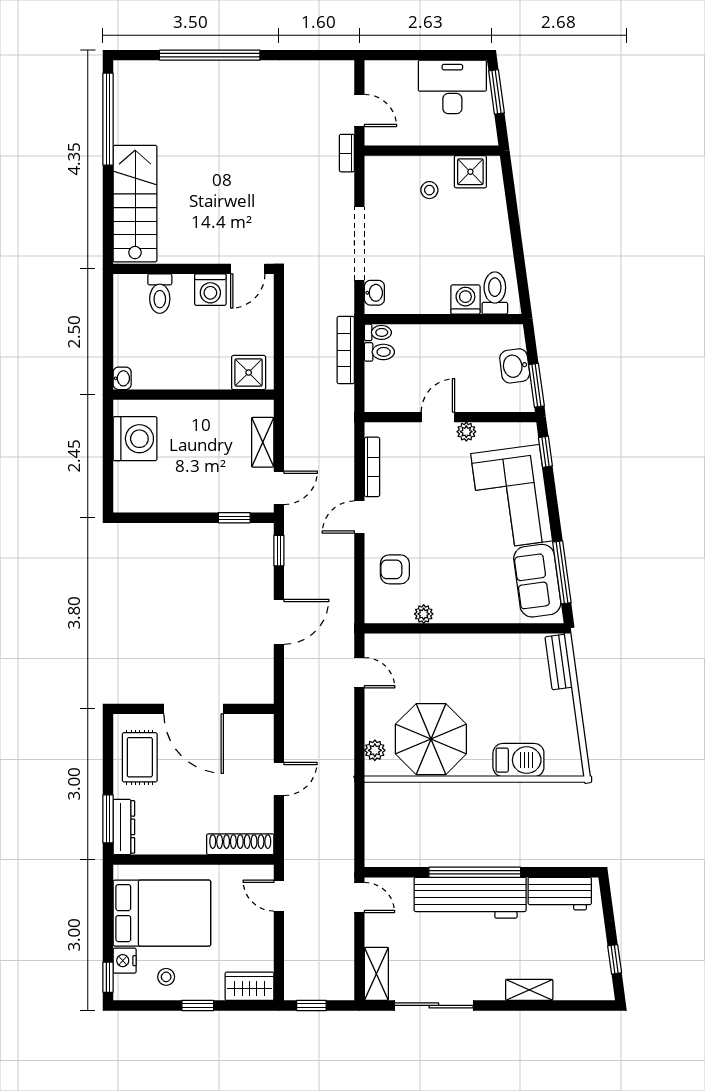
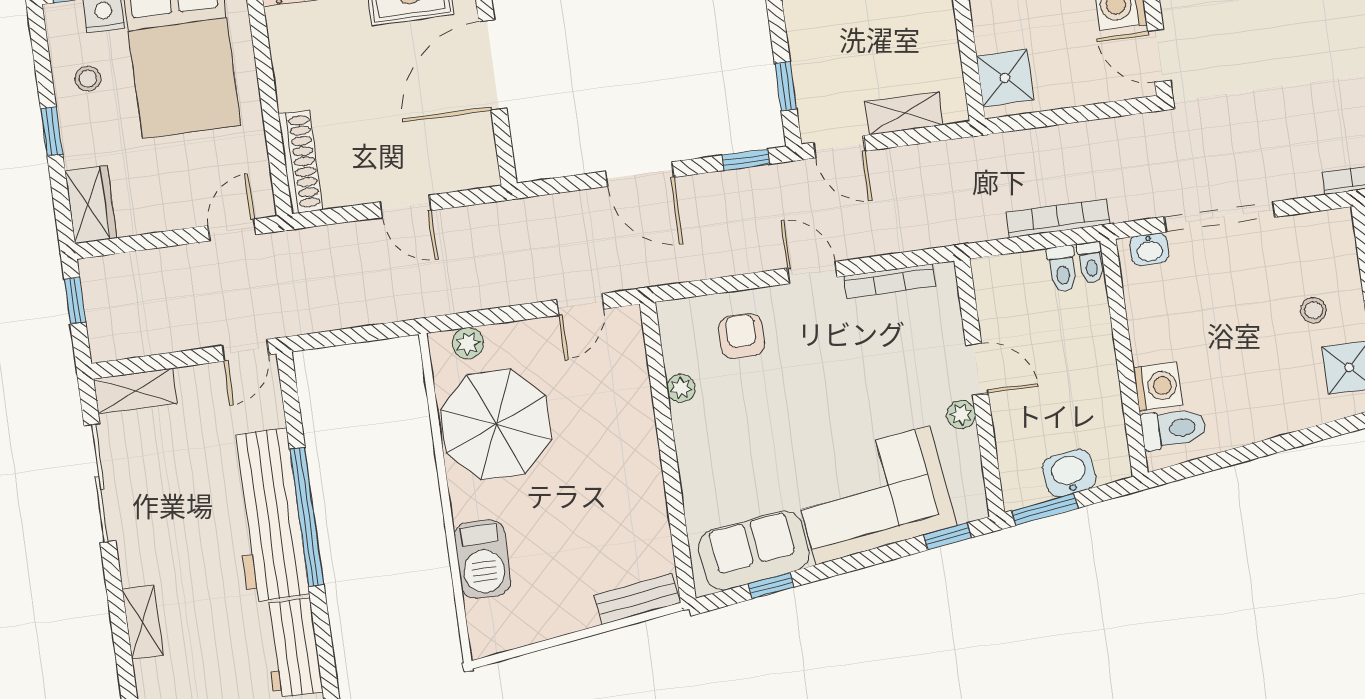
window: (562, 572) -> (771, 586), width x0.46

